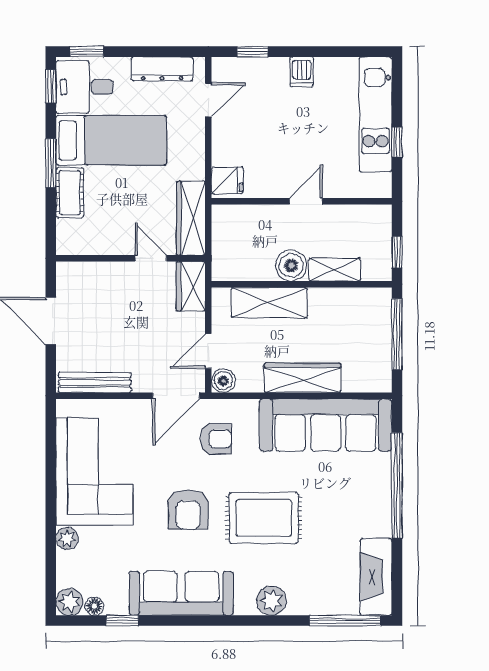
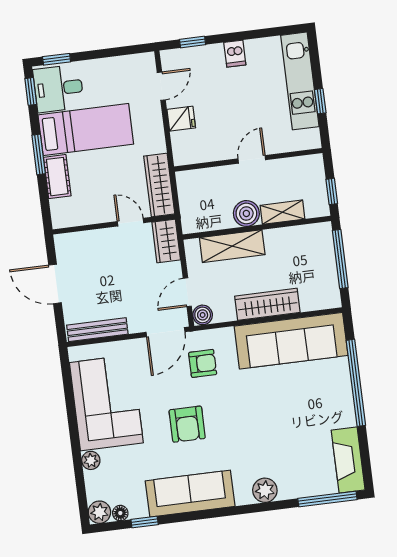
dresser: (162, 69) -> (120, 66), removed
fridge: (227, 180) -> (181, 119), moved
rug: (264, 518) -> (250, 423), removed

